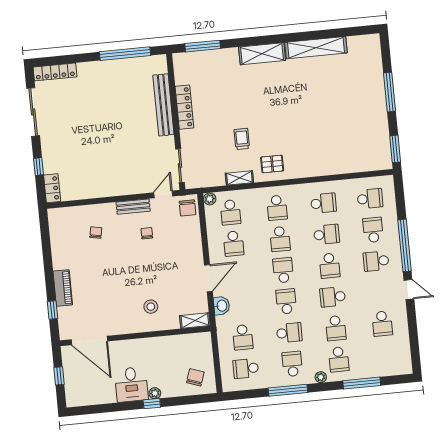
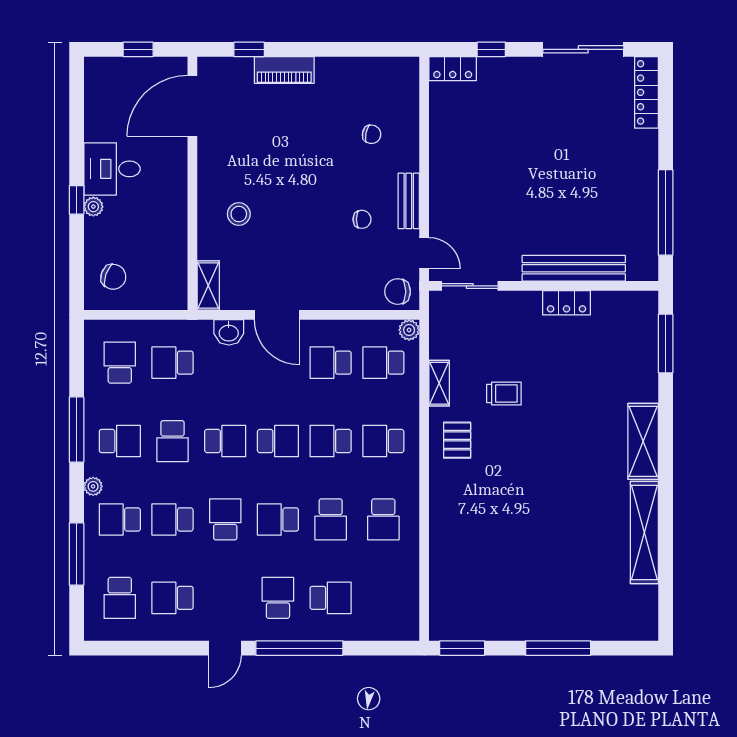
locker: (184, 107) -> (566, 303), width x0.66
school desk: (370, 199) -> (120, 598), moved

